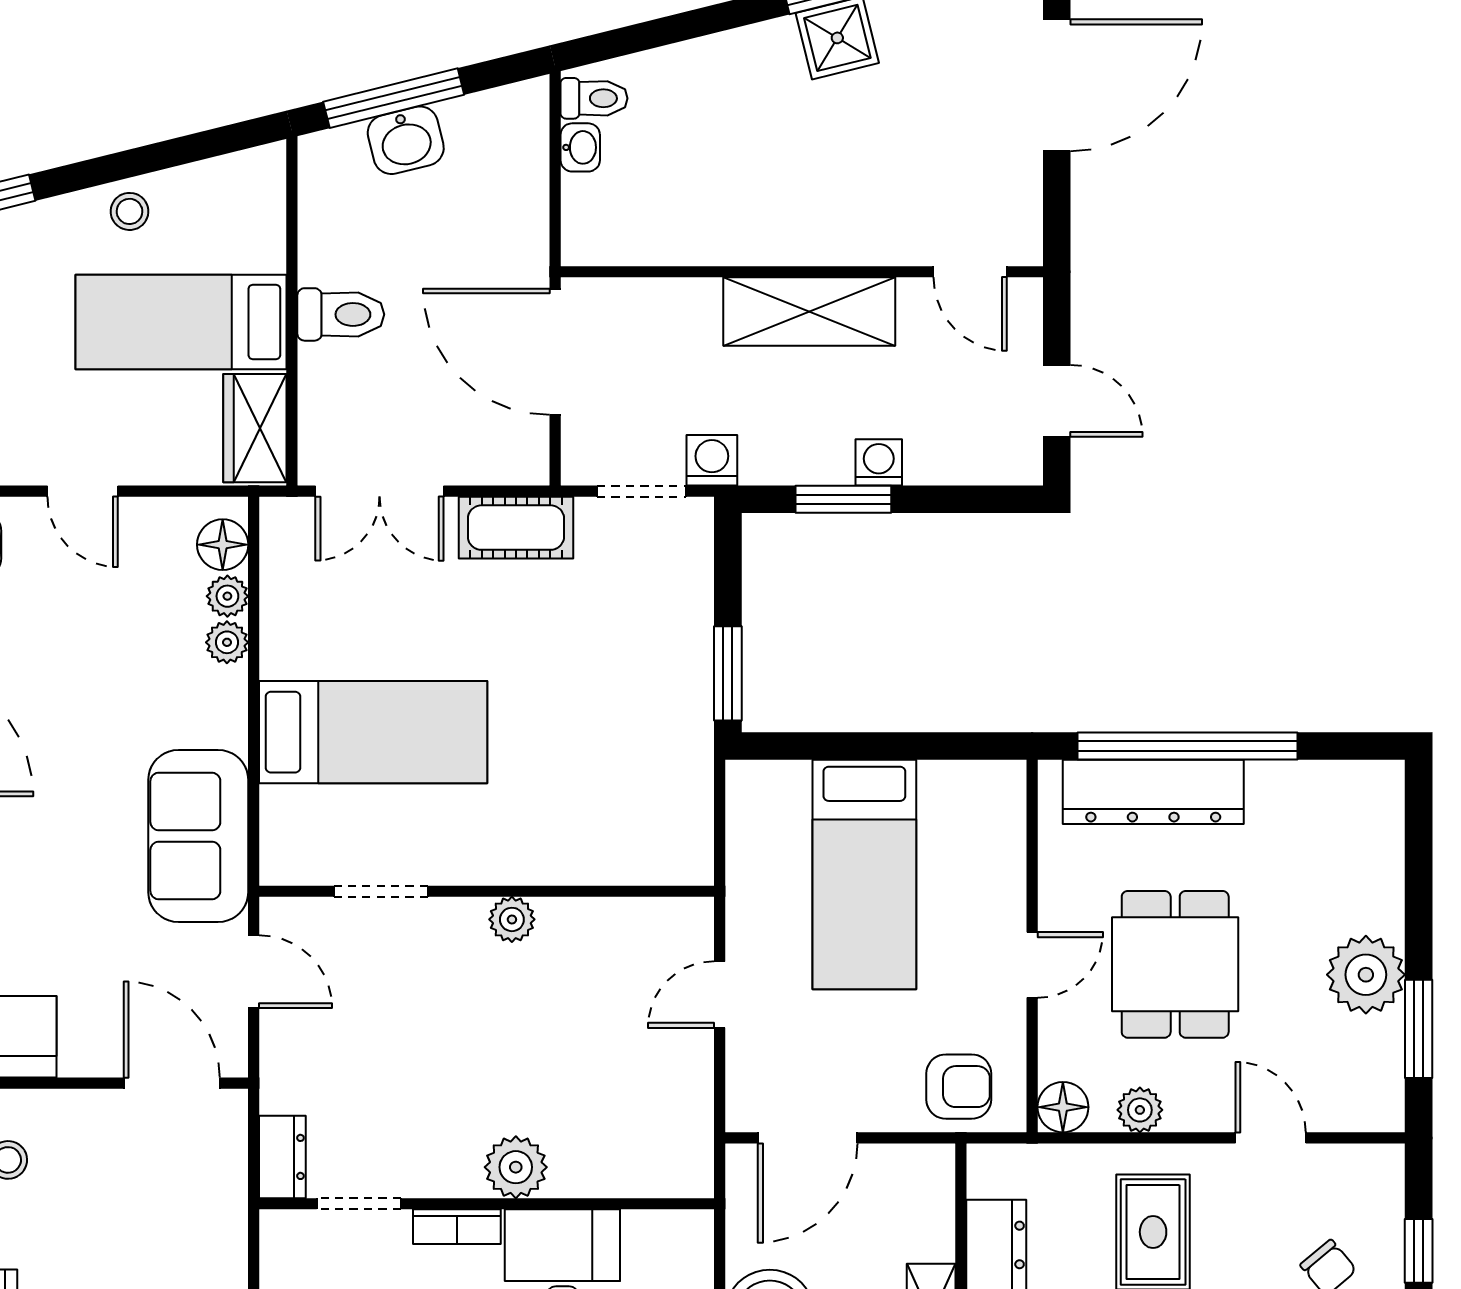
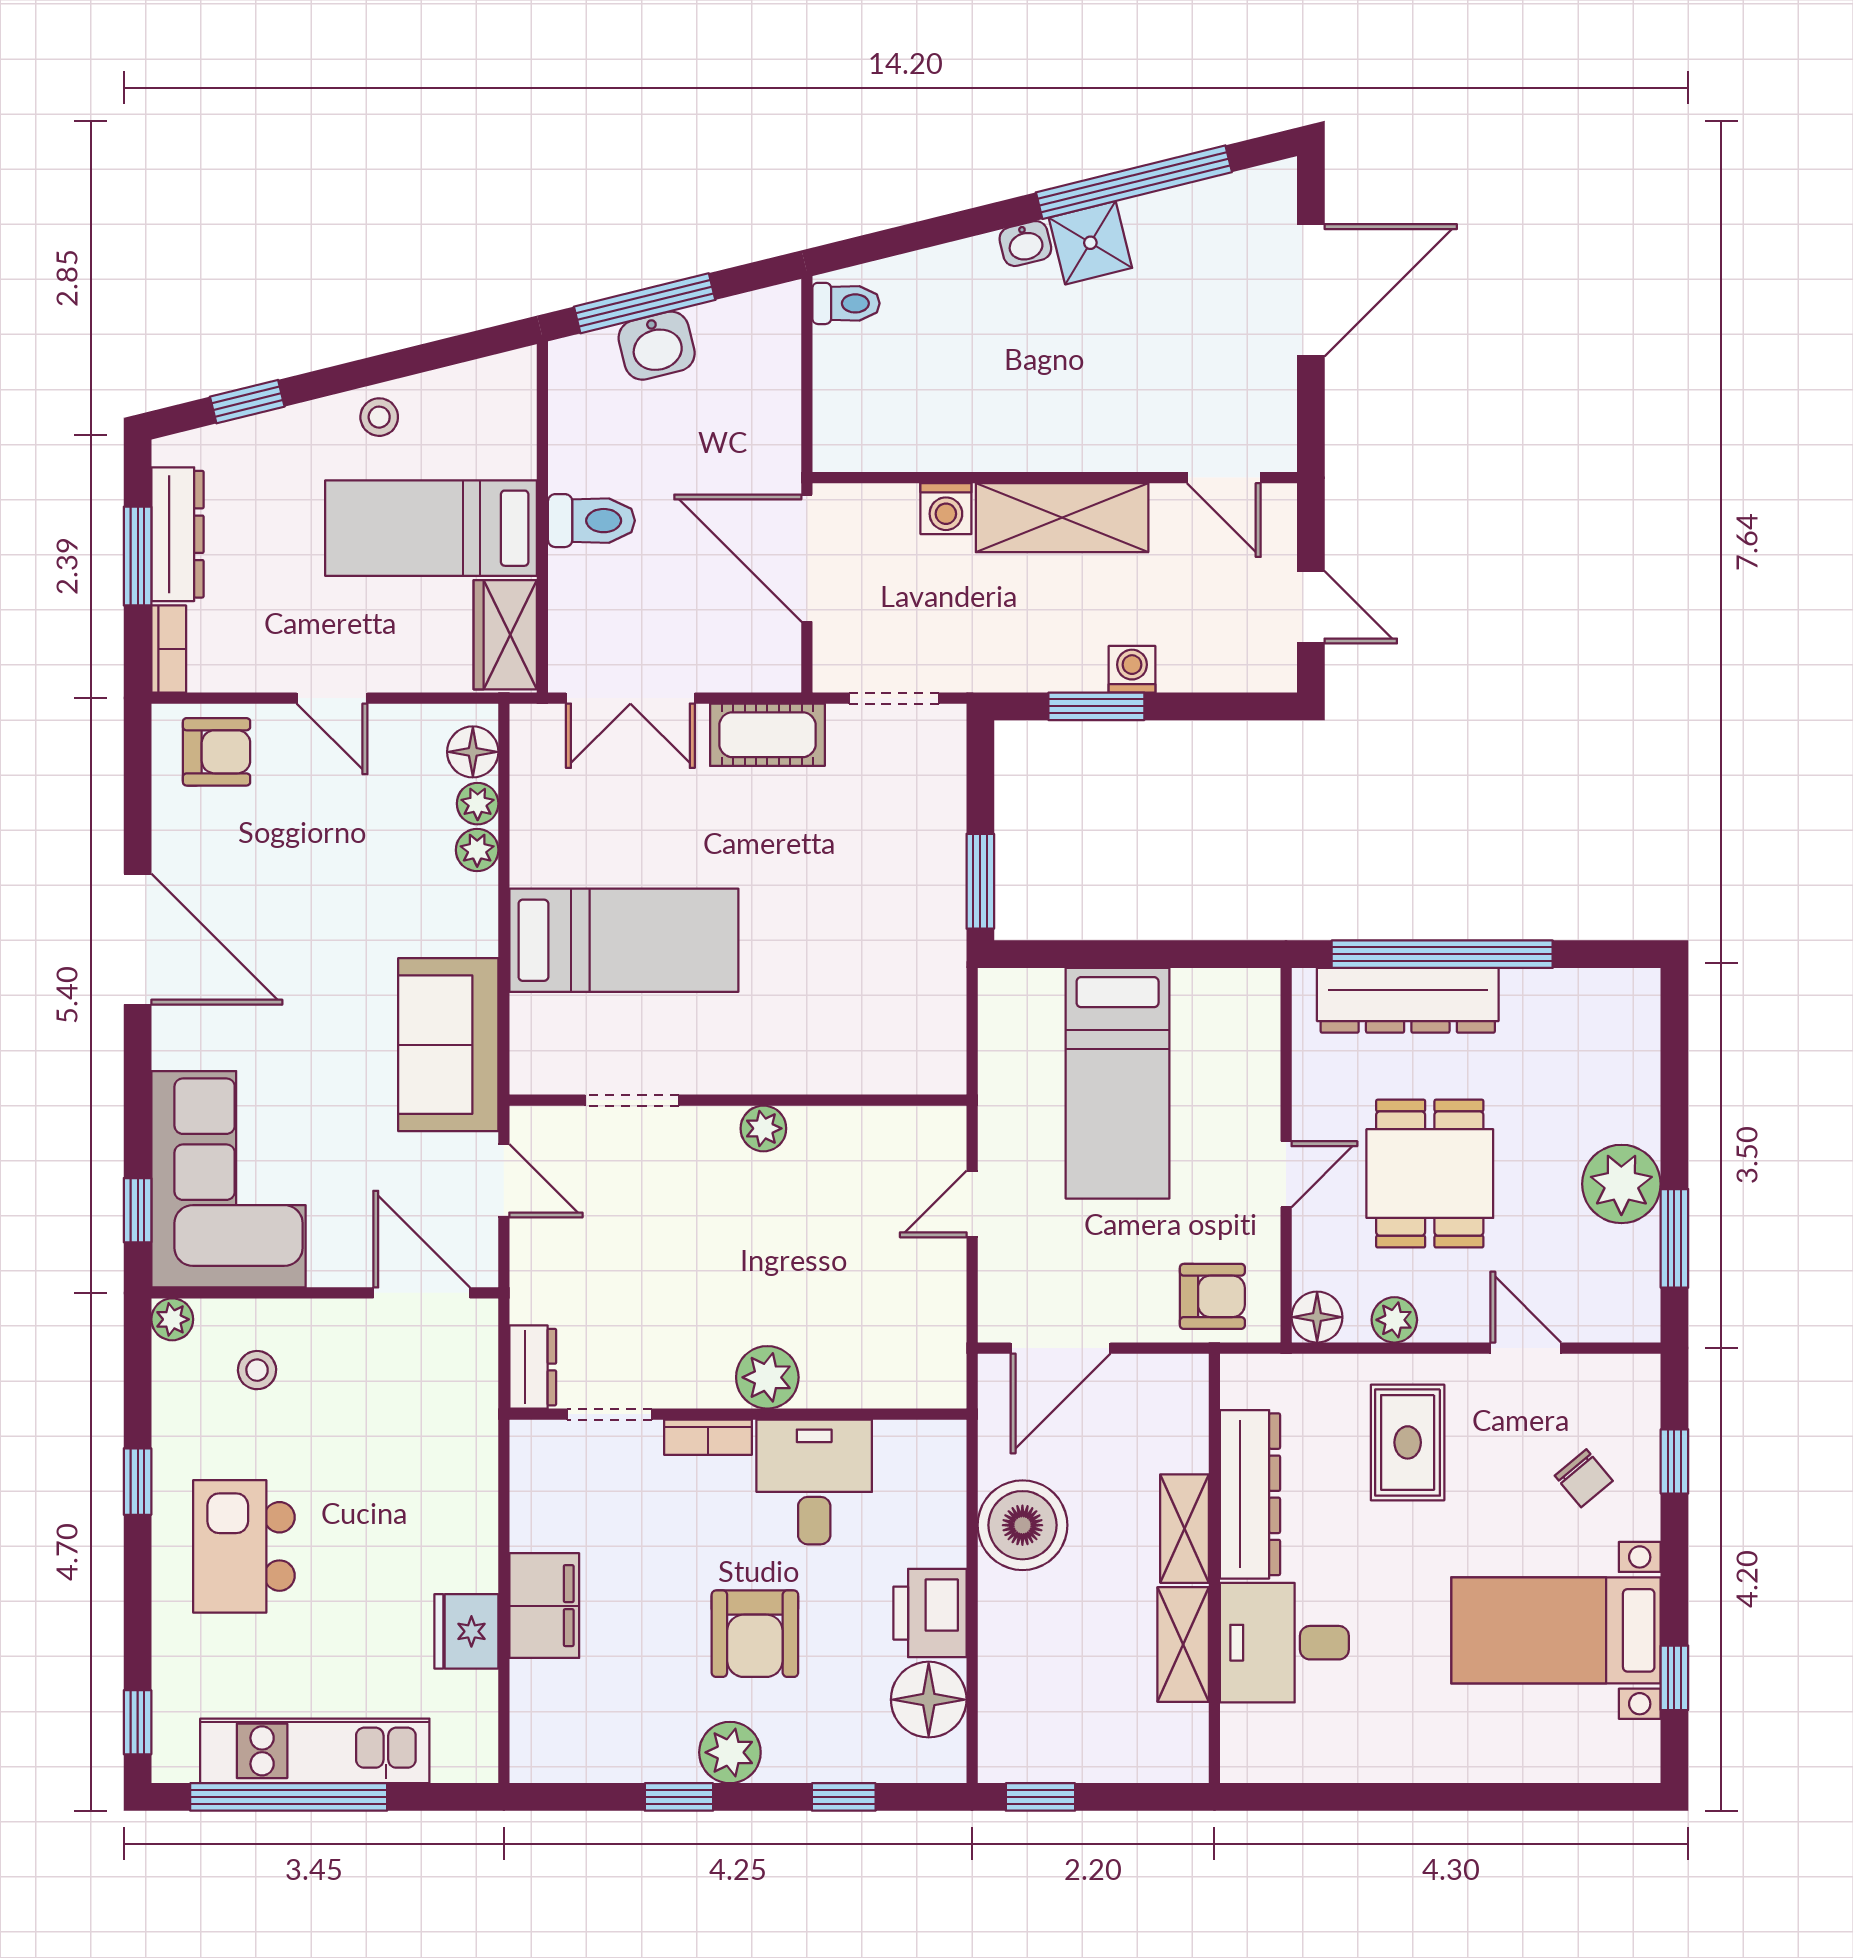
washbasin: (580, 147) -> (1025, 244), moved, turned 76
washing machine: (712, 460) -> (946, 509), moved, turned 180

